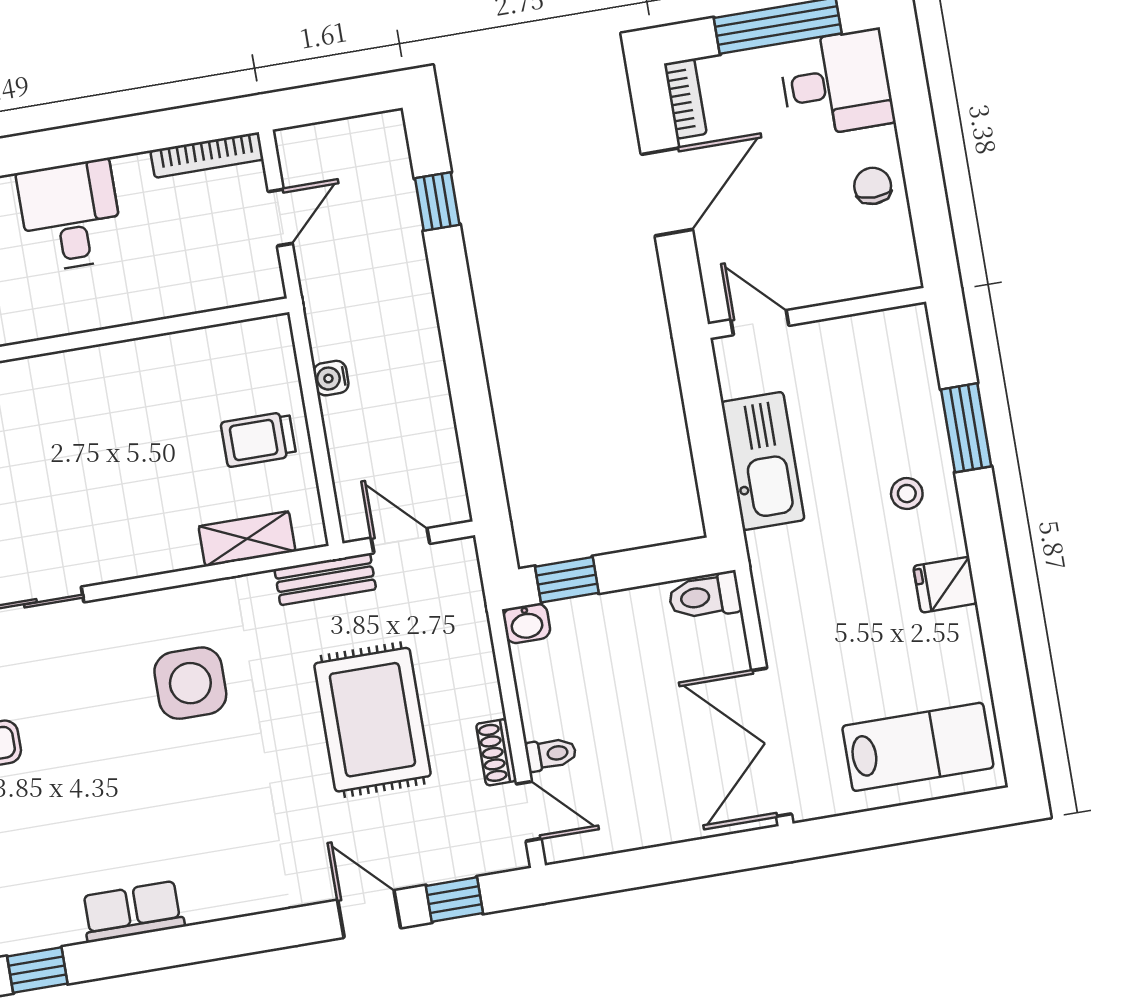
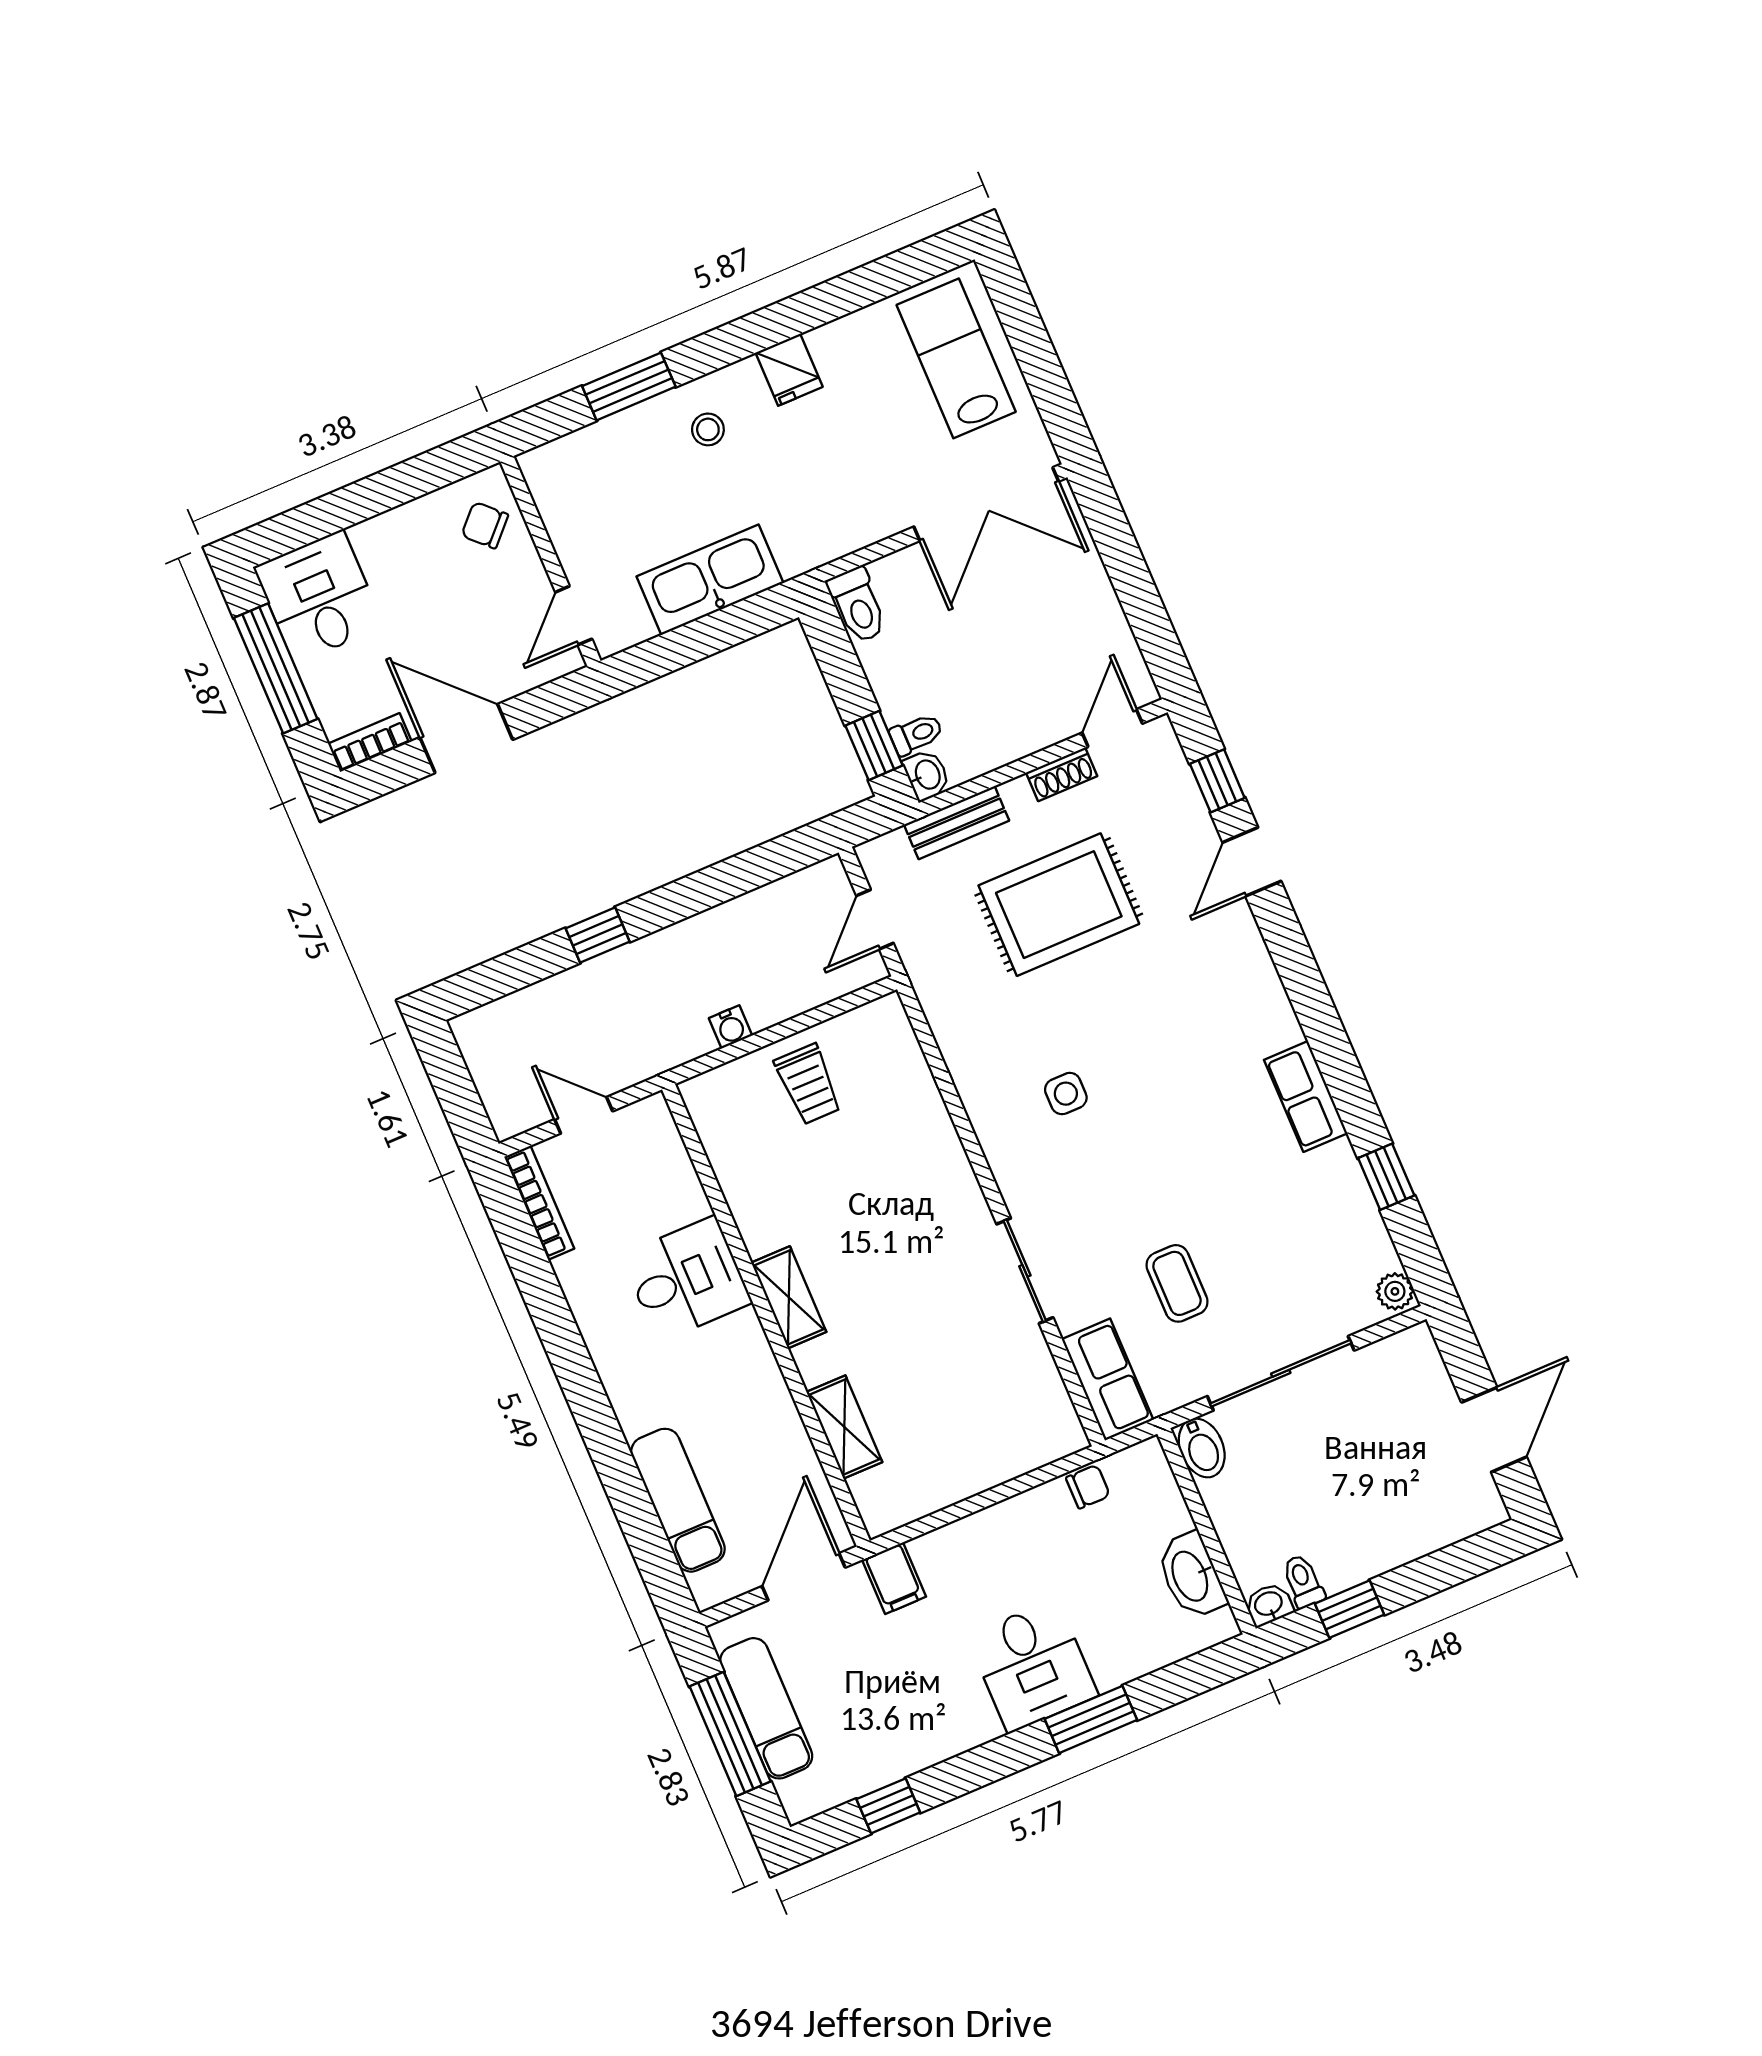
chair: (873, 186) -> (485, 525), moved, turned 44
window: (437, 202) -> (598, 935), moved
desk: (70, 216) -> (687, 1279), moved, turned 180
shelving: (247, 539) -> (789, 1297), moved
bench: (325, 579) -> (957, 823), moved, turned 90
side table: (190, 683) -> (1066, 1094), width x0.54, depth x0.54
toilet: (551, 754) -> (916, 734), moved, turned 90

